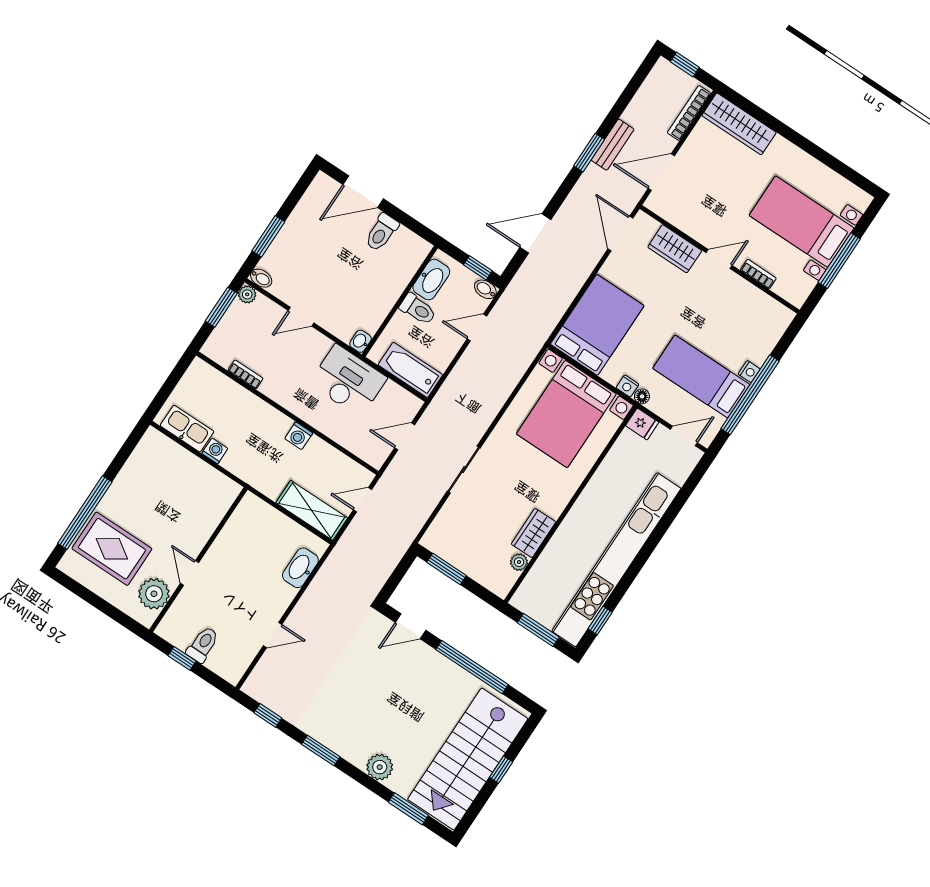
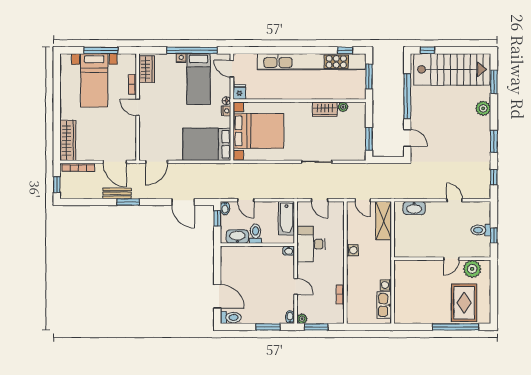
toilet: (382, 232) -> (231, 317), moved
wardrobe: (675, 249) -> (147, 69), moved
window: (501, 770) -> (427, 50), moved

